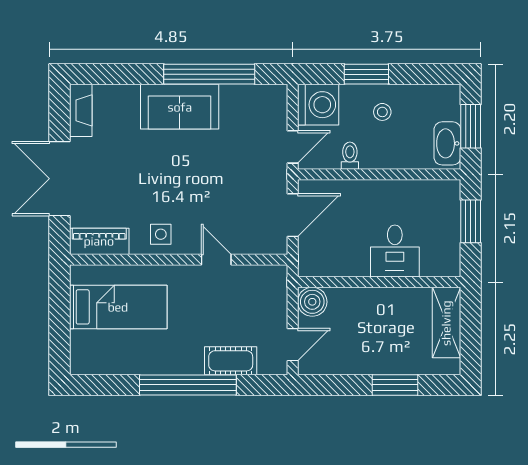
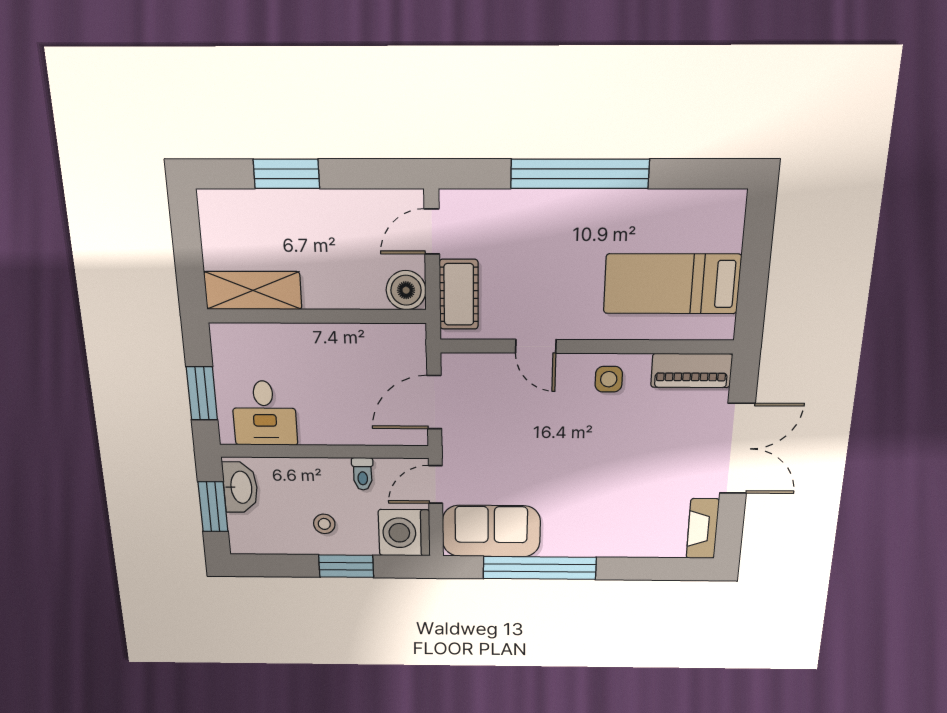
sofa: (180, 107) -> (491, 531), moved
desk: (395, 251) -> (264, 413), moved, turned 180
shelving: (446, 323) -> (253, 290), moved, turned 90
cot: (231, 361) -> (459, 294), moved, turned 90

